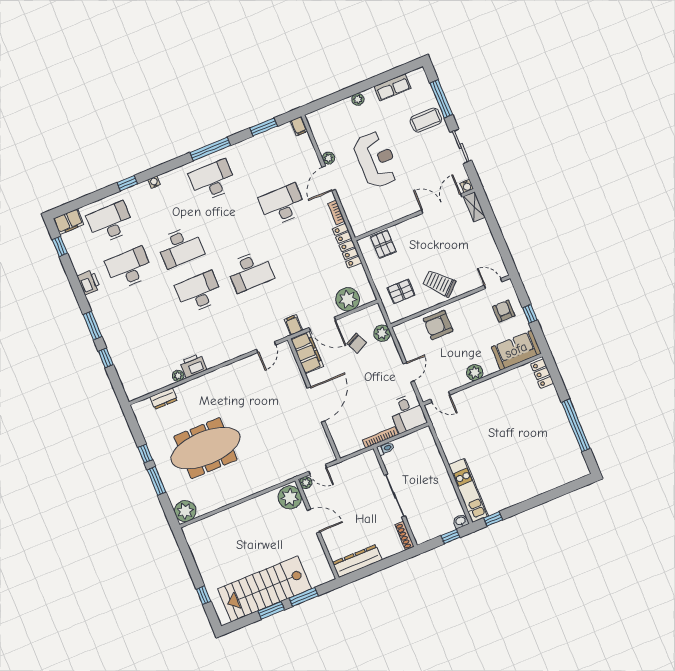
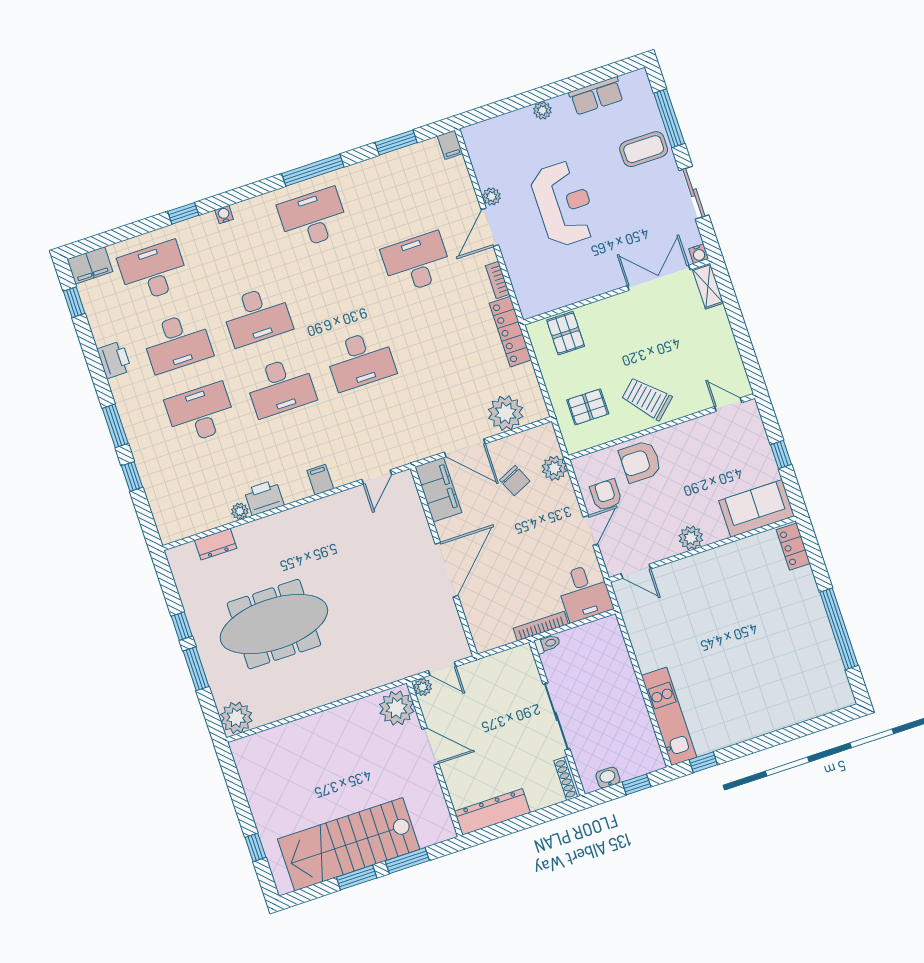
desk: (129, 268) -> (177, 342), turned 180
desk: (199, 292) -> (280, 387), turned 180
armchair: (504, 311) -> (606, 495), moved
desk: (148, 313) -> (201, 413), added
filing cabinet: (293, 325) -> (320, 480), moved
washbasin: (461, 521) -> (608, 778), moved

